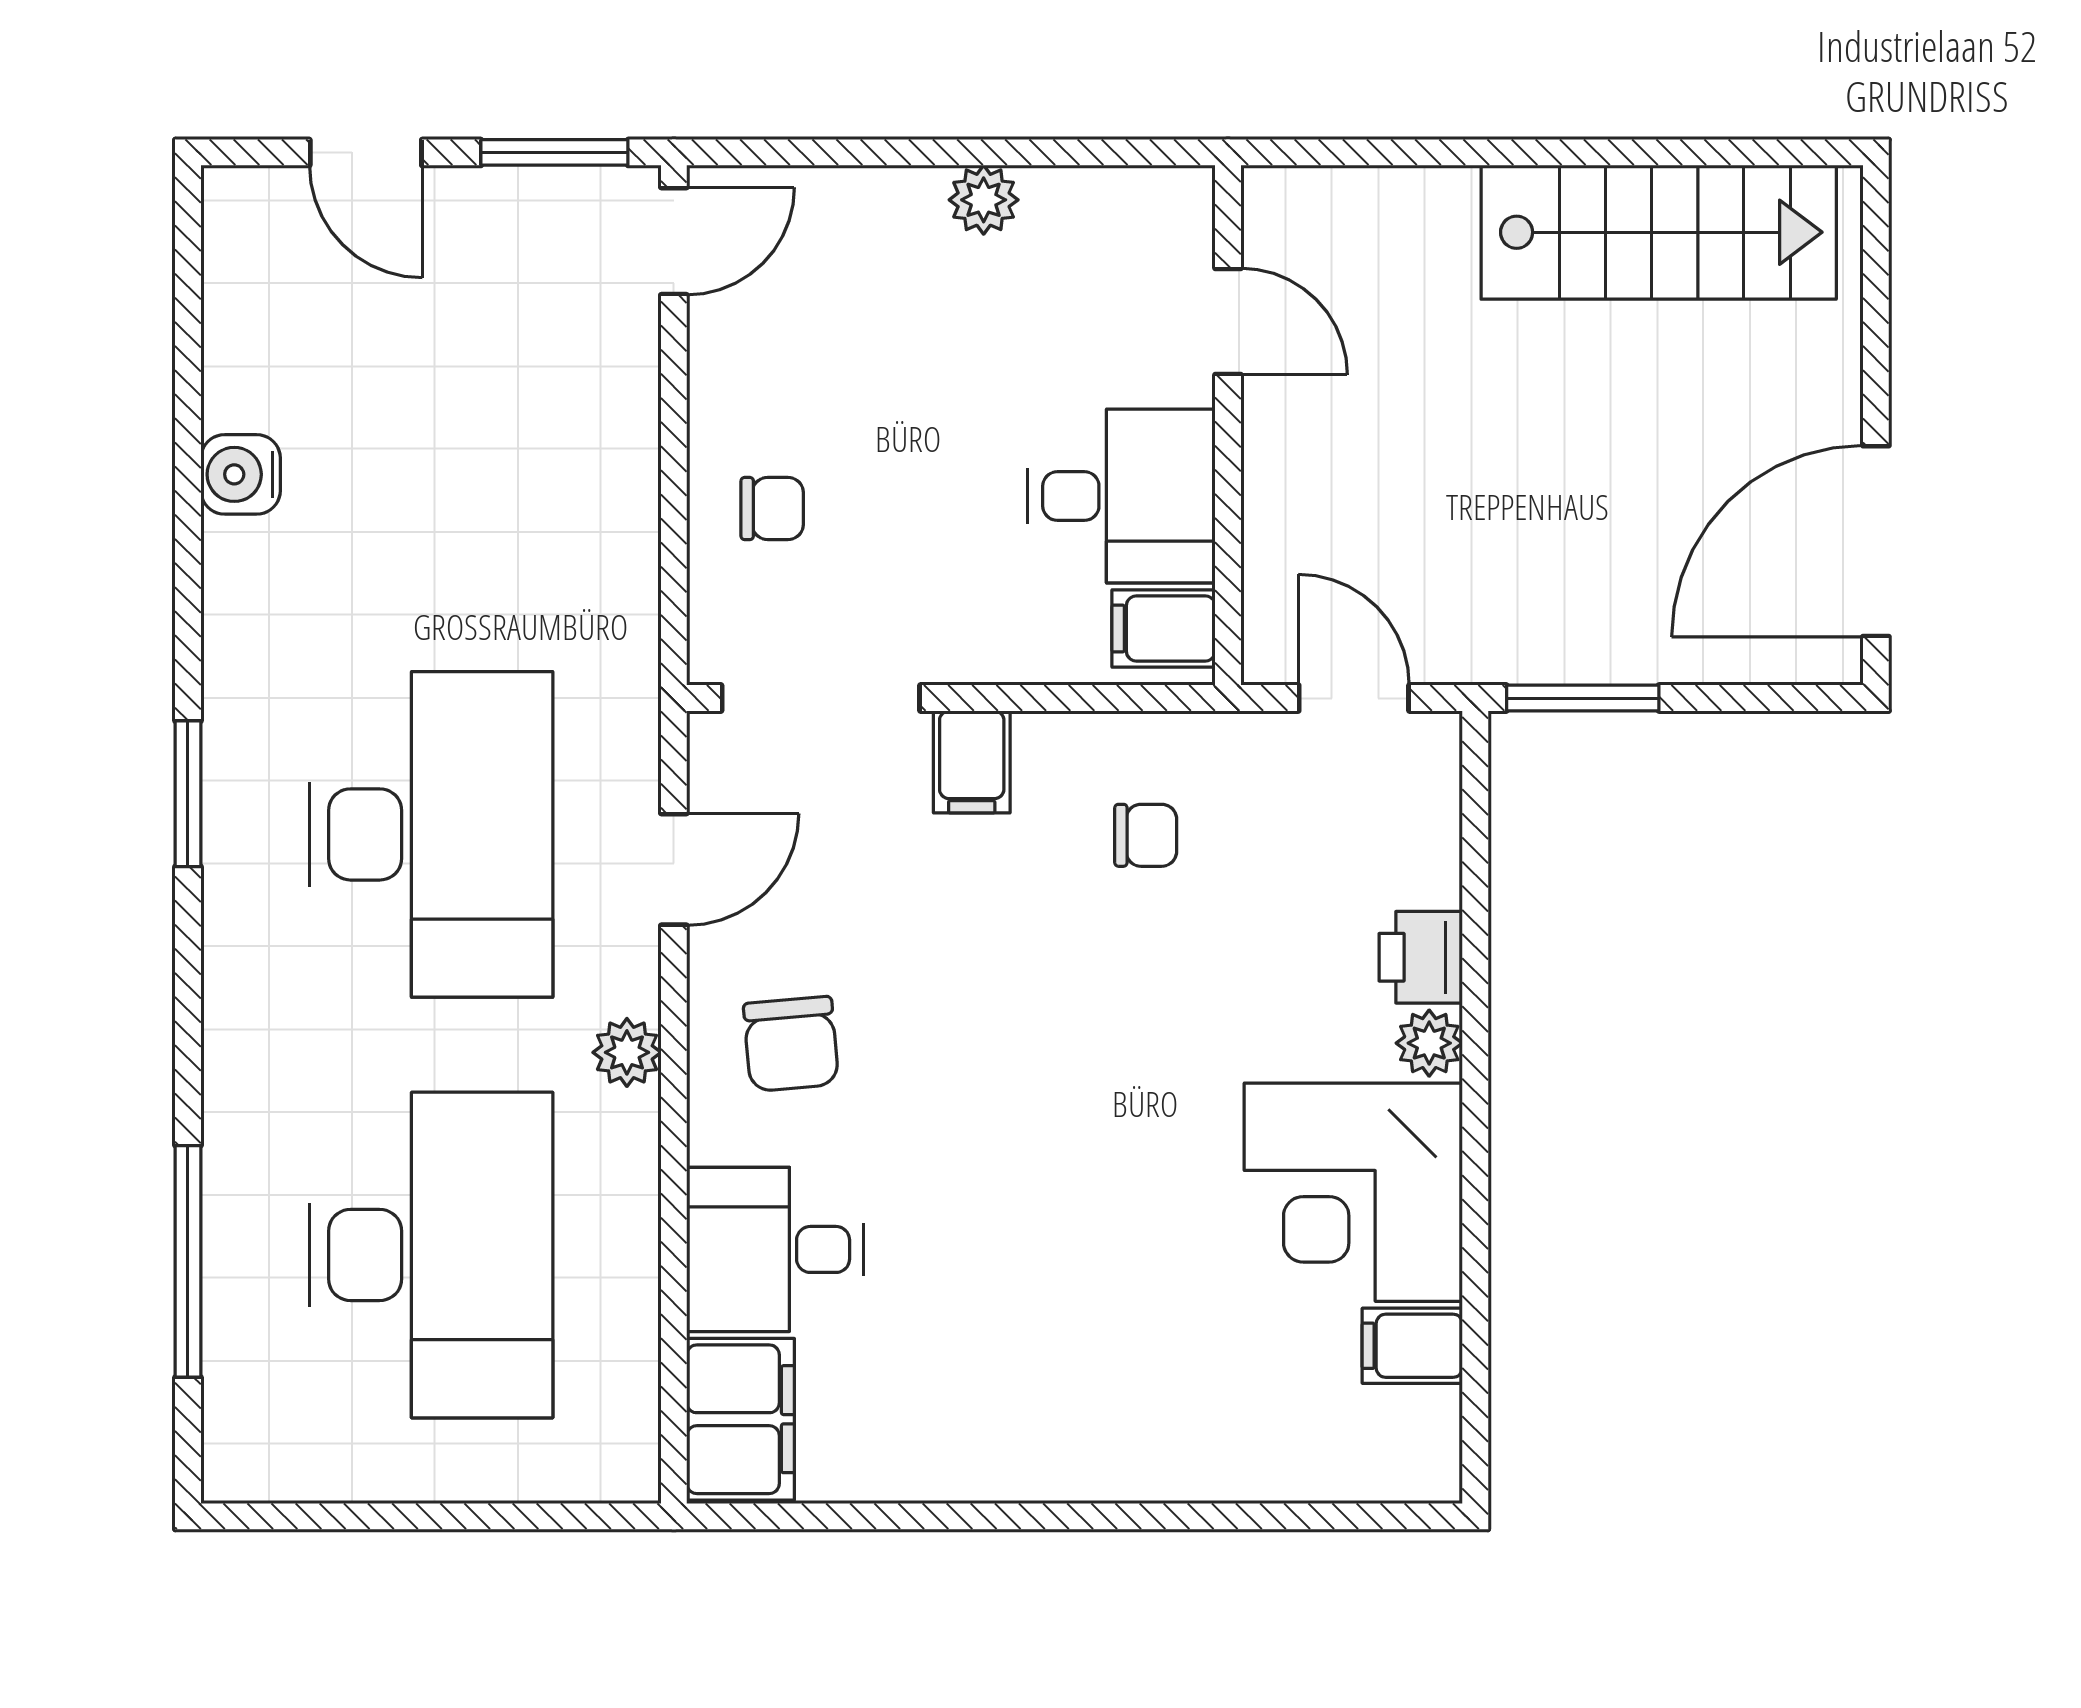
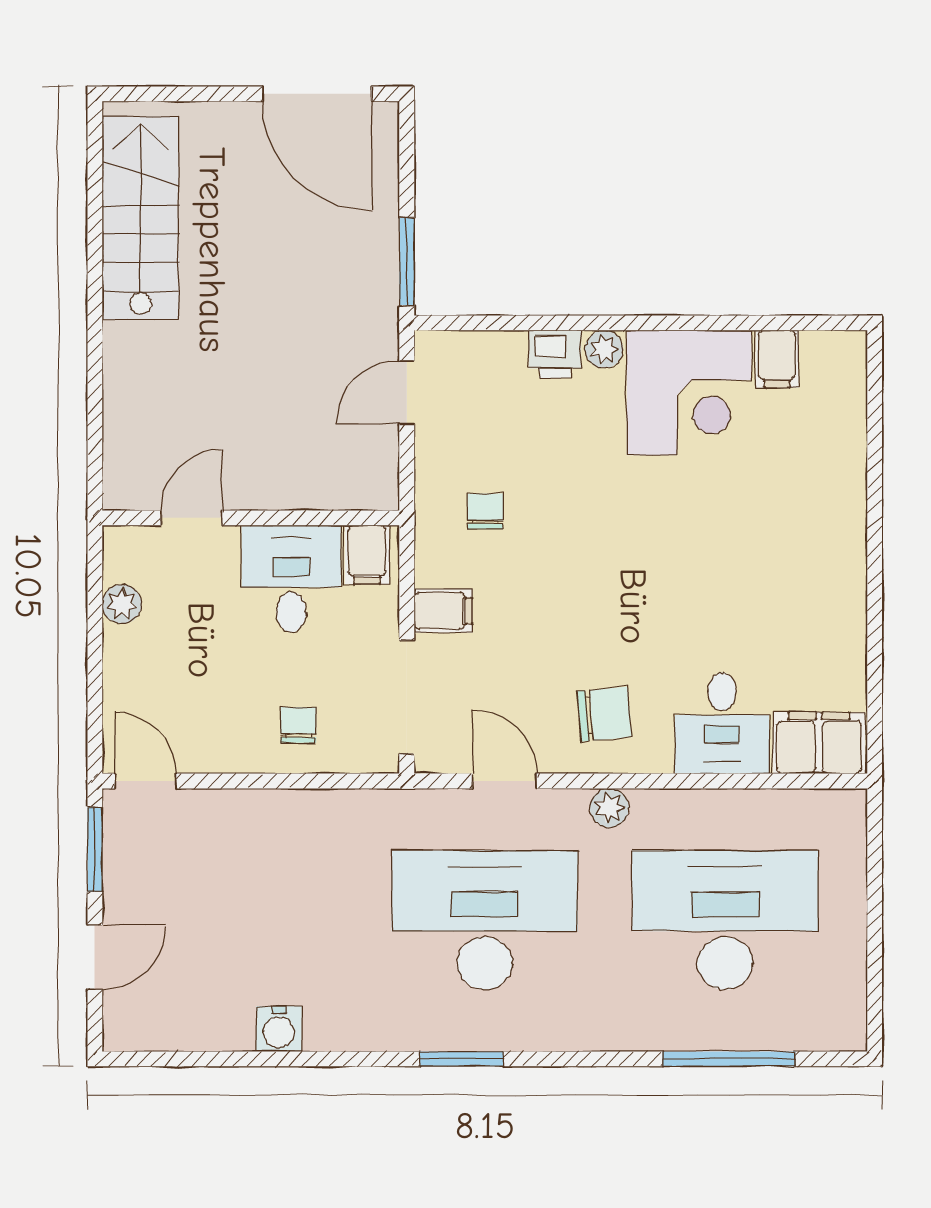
door: (1228, 322) -> (192, 518), moved
wall: (1228, 425) -> (251, 518), moved
desk: (1121, 496) -> (291, 579), moved
filing cabinet: (1164, 628) -> (367, 555), moved

